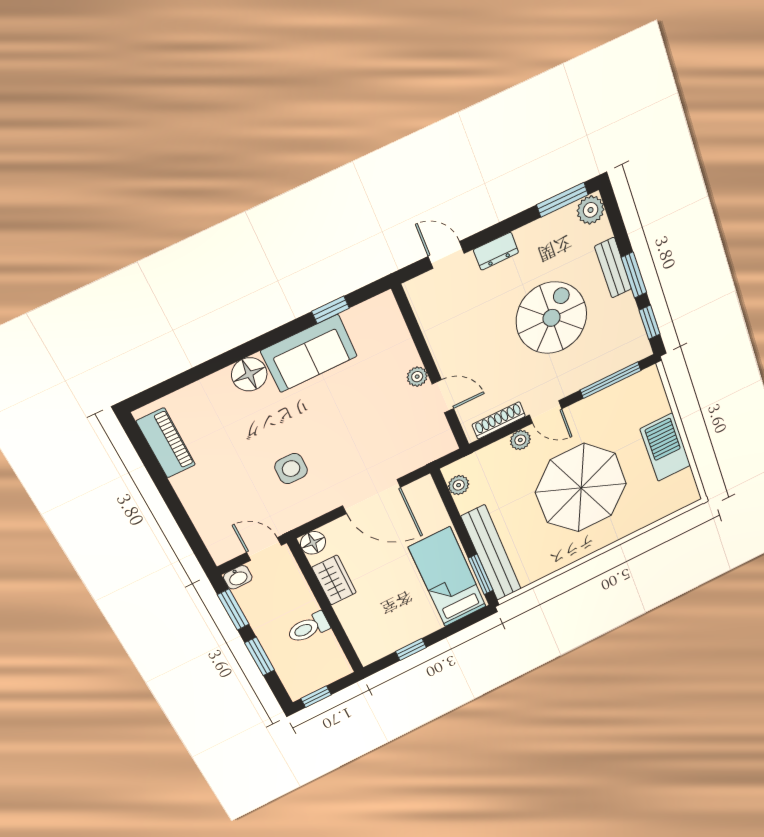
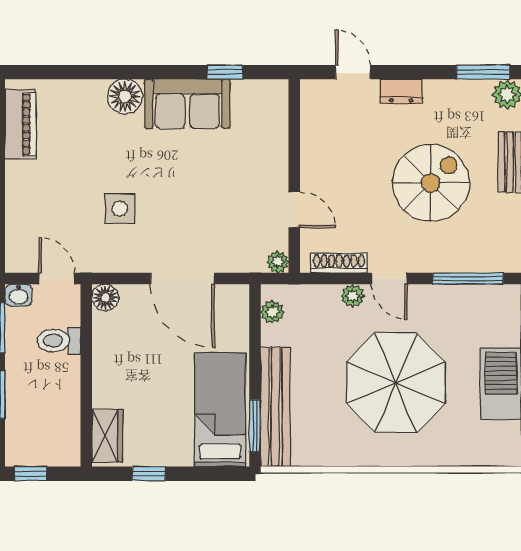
plant: (417, 377) -> (278, 262), moved
wardrobe: (334, 580) -> (107, 436), moved
toilet: (308, 628) -> (59, 341), moved

